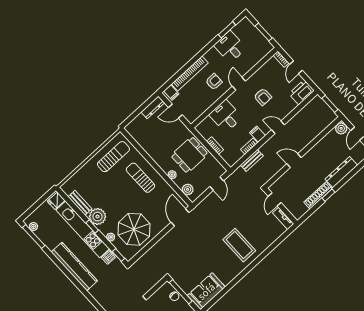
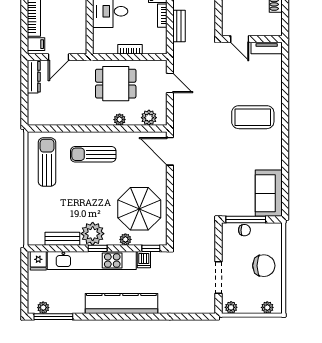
dining table: (190, 155) -> (116, 84), turned 90

